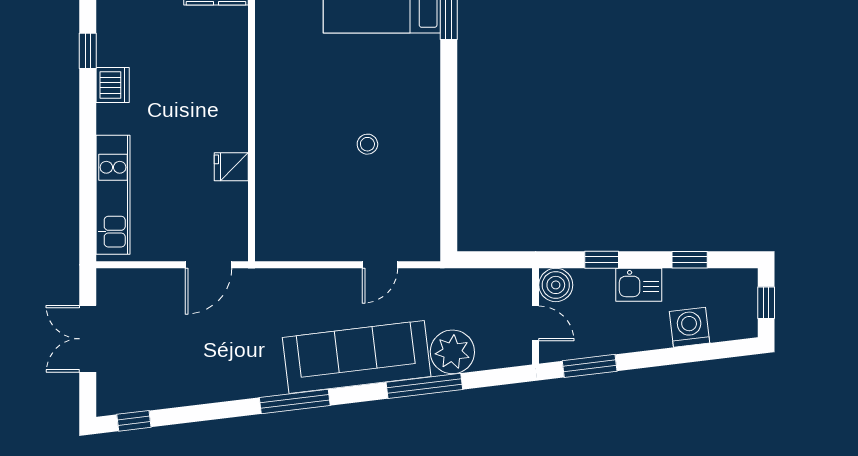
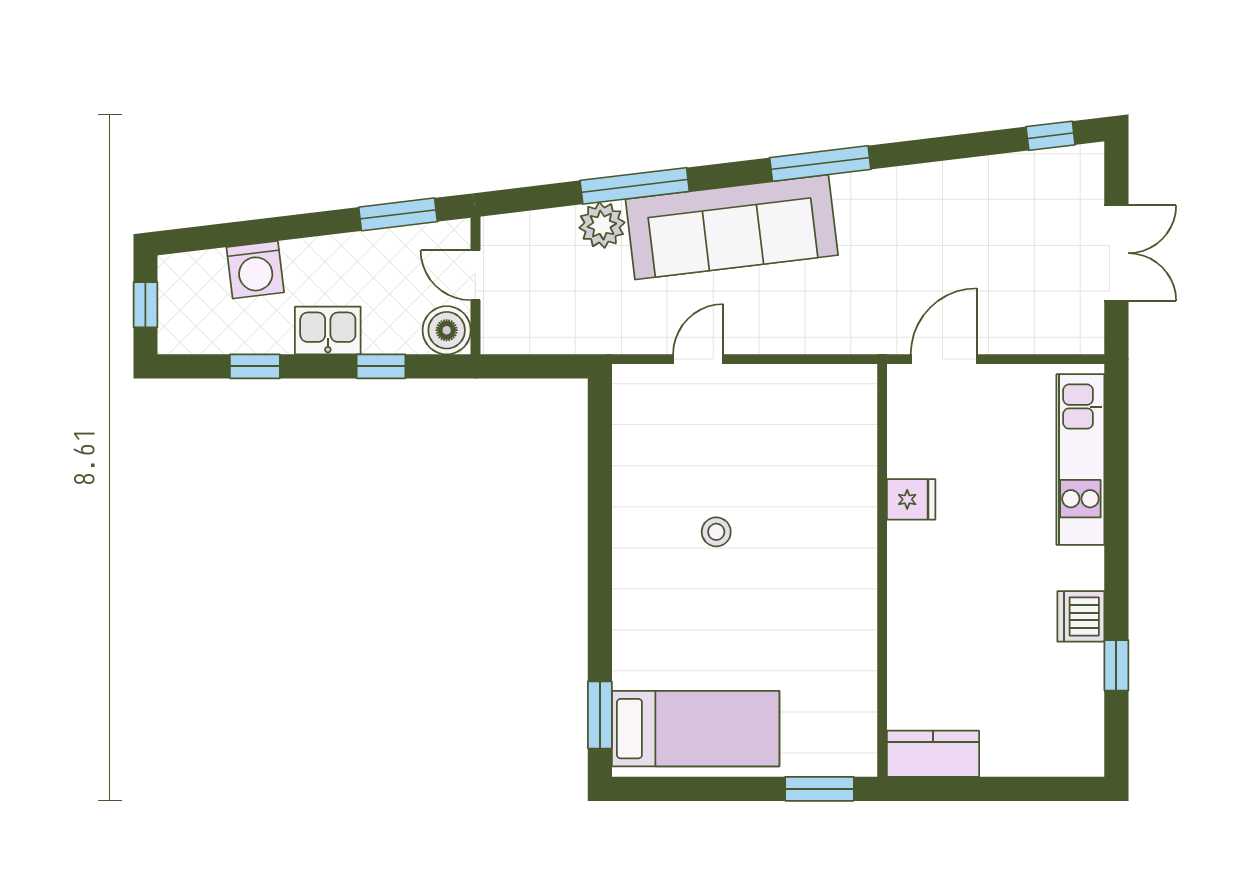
plant: (452, 352) -> (602, 225), width x0.73, depth x0.73

